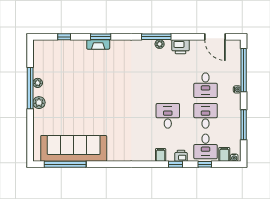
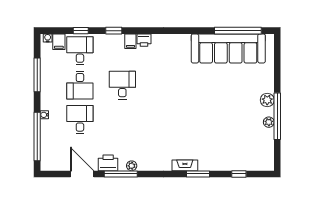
window: (156, 37) -> (121, 174), moved
door: (215, 37) -> (82, 174), moved
fireplace: (98, 44) -> (185, 165), moved
desk: (168, 116) -> (122, 85), turned 180
printer: (181, 156) -> (144, 40), moved

